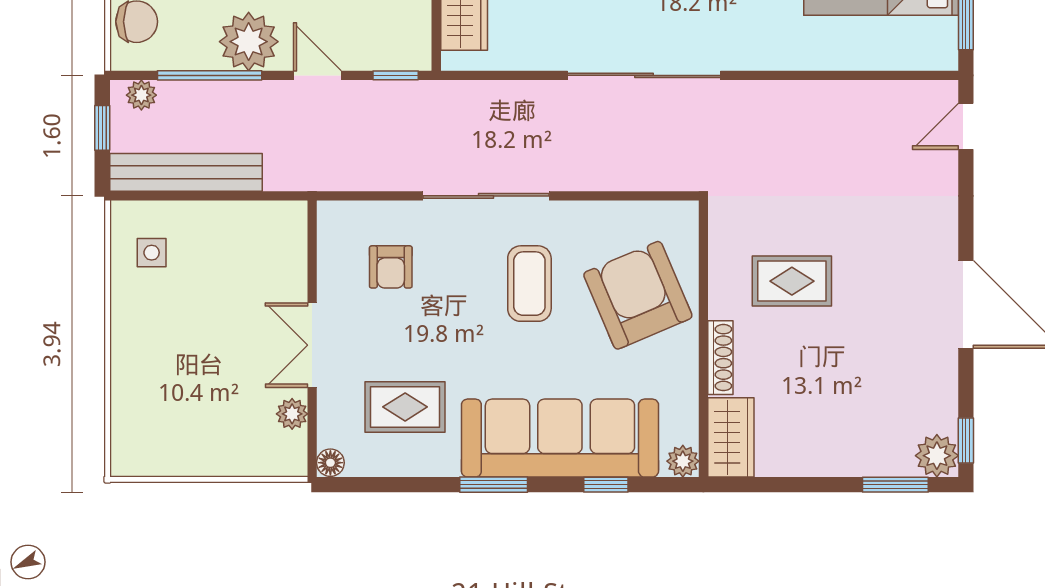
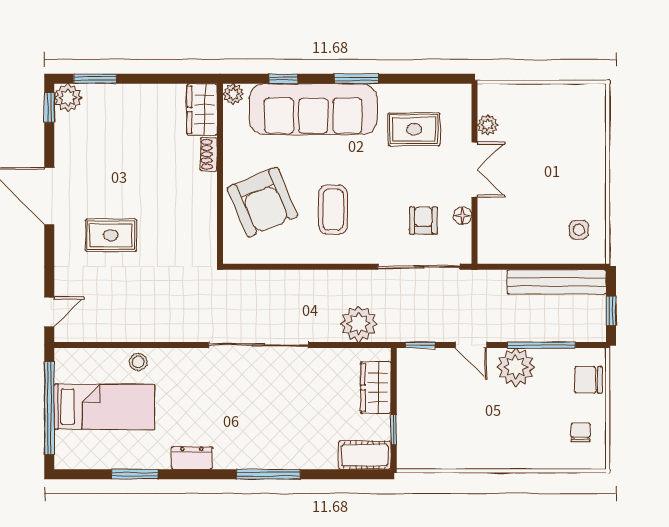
stool: (829, 49) -> (138, 362), added
plant: (141, 95) -> (359, 324), moved, width x1.88, depth x1.88
sliding door: (486, 196) -> (419, 267), moved
rug: (792, 281) -> (111, 235), moved
shoe rack: (720, 358) -> (209, 154), width x0.70
floor lamp: (330, 463) -> (463, 216), moved

